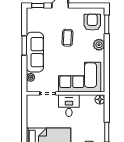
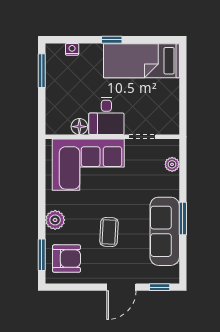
armchair: (92, 22) -> (67, 259), turned -90
sofa: (35, 52) -> (165, 231), moved
floor lamp: (100, 99) -> (79, 127), moved

